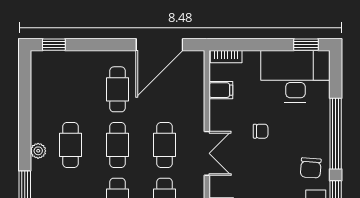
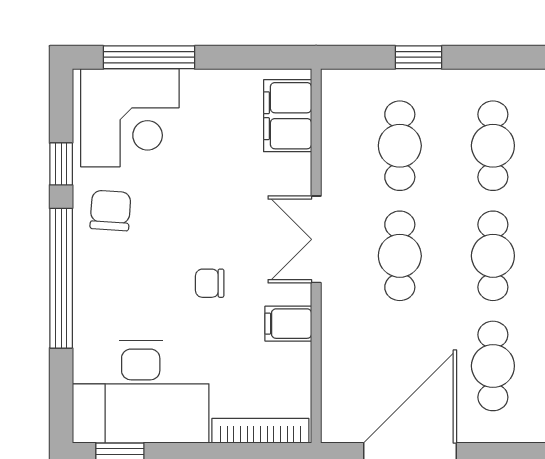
bookcase: (226, 57) -> (260, 431), width x1.56
filing cabinet: (221, 90) -> (288, 324), moved

